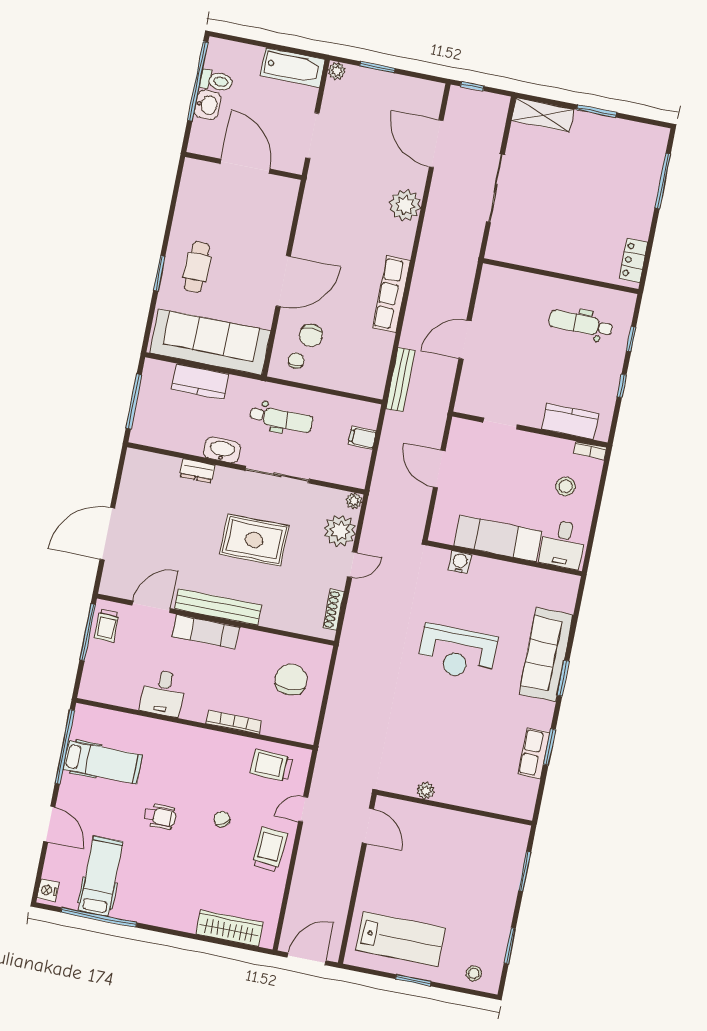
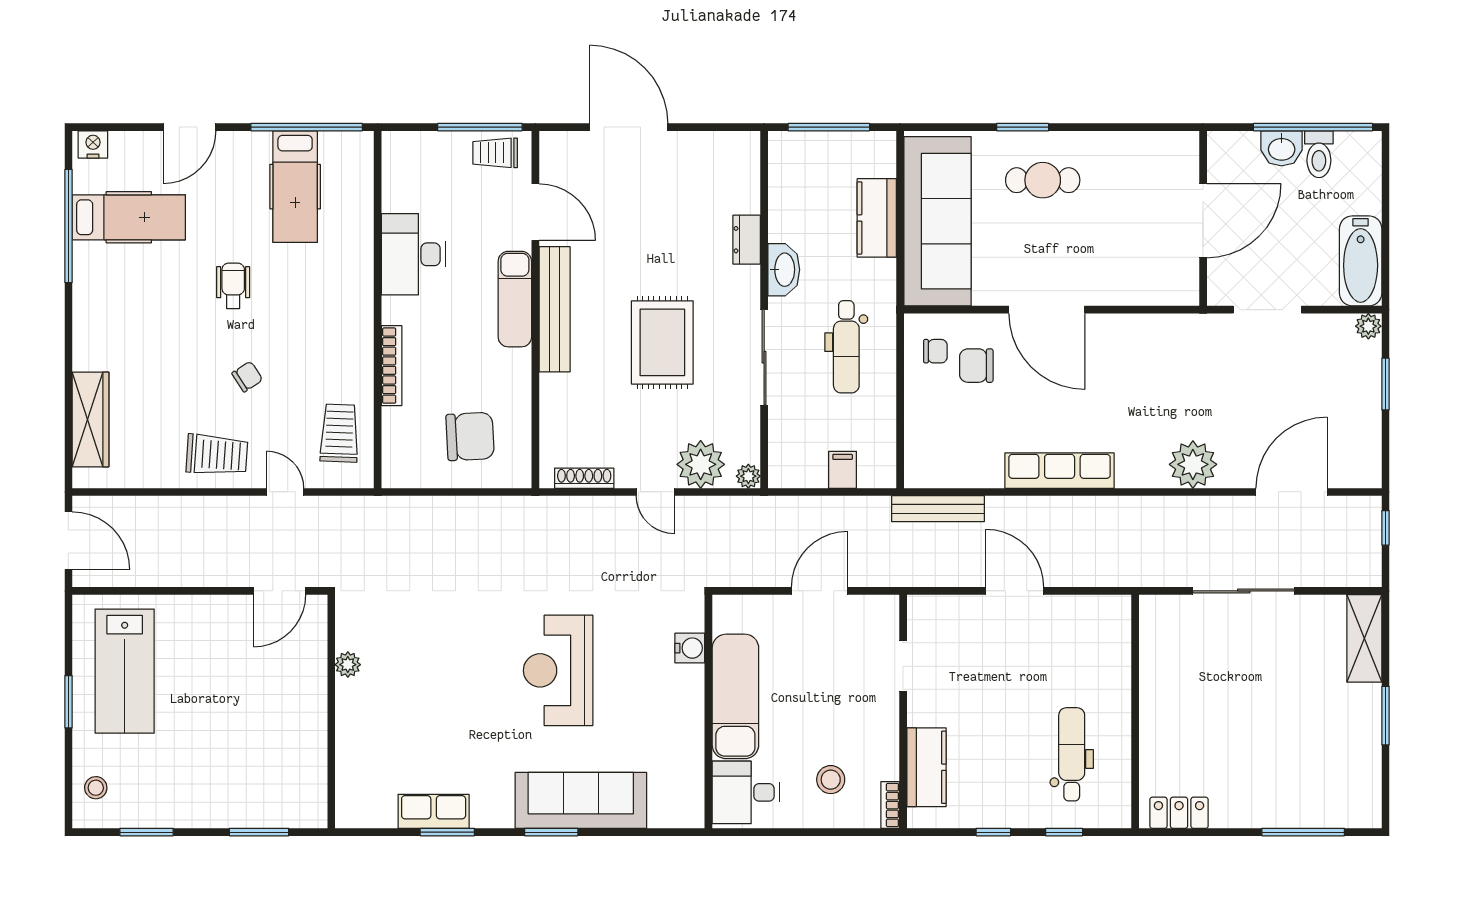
desk: (163, 693) -> (413, 254), width x1.37
wheelchair: (160, 816) -> (233, 286), turned 180

